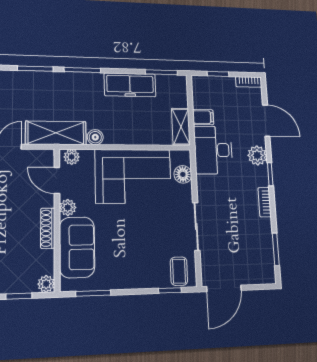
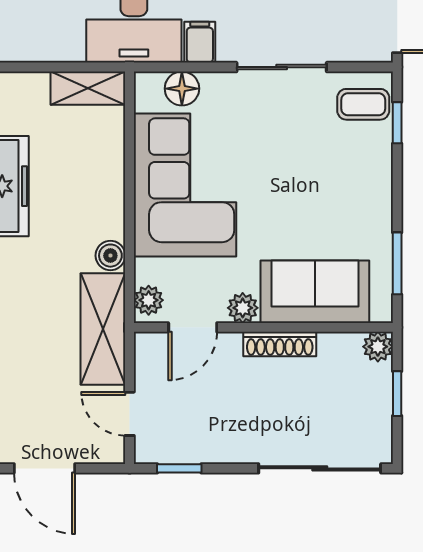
filing cabinet: (203, 117) -> (200, 42), moved

